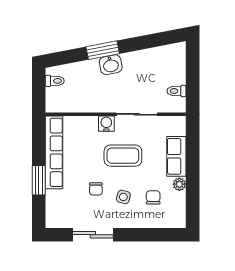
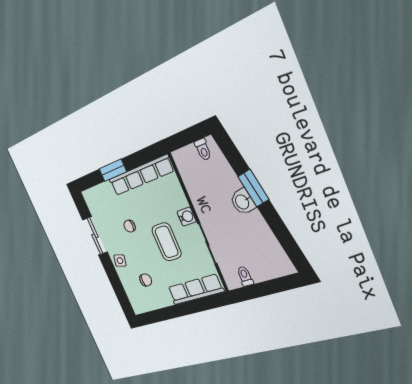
row of seats: (176, 156) -> (195, 290), width x1.48
plant: (179, 184) -> (166, 300), removed
side table: (123, 197) -> (120, 261), moved

